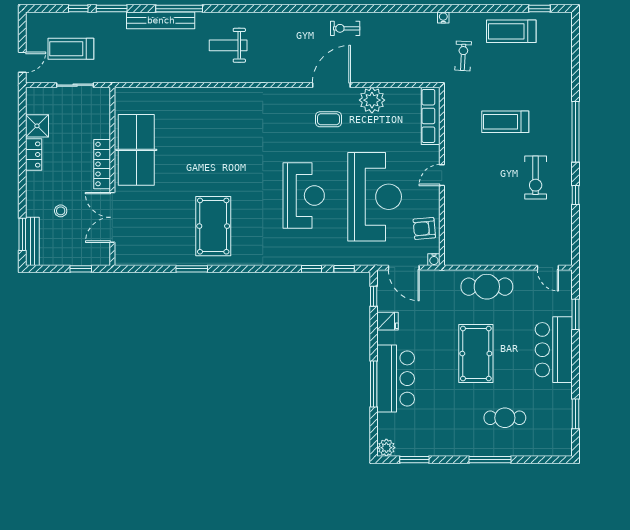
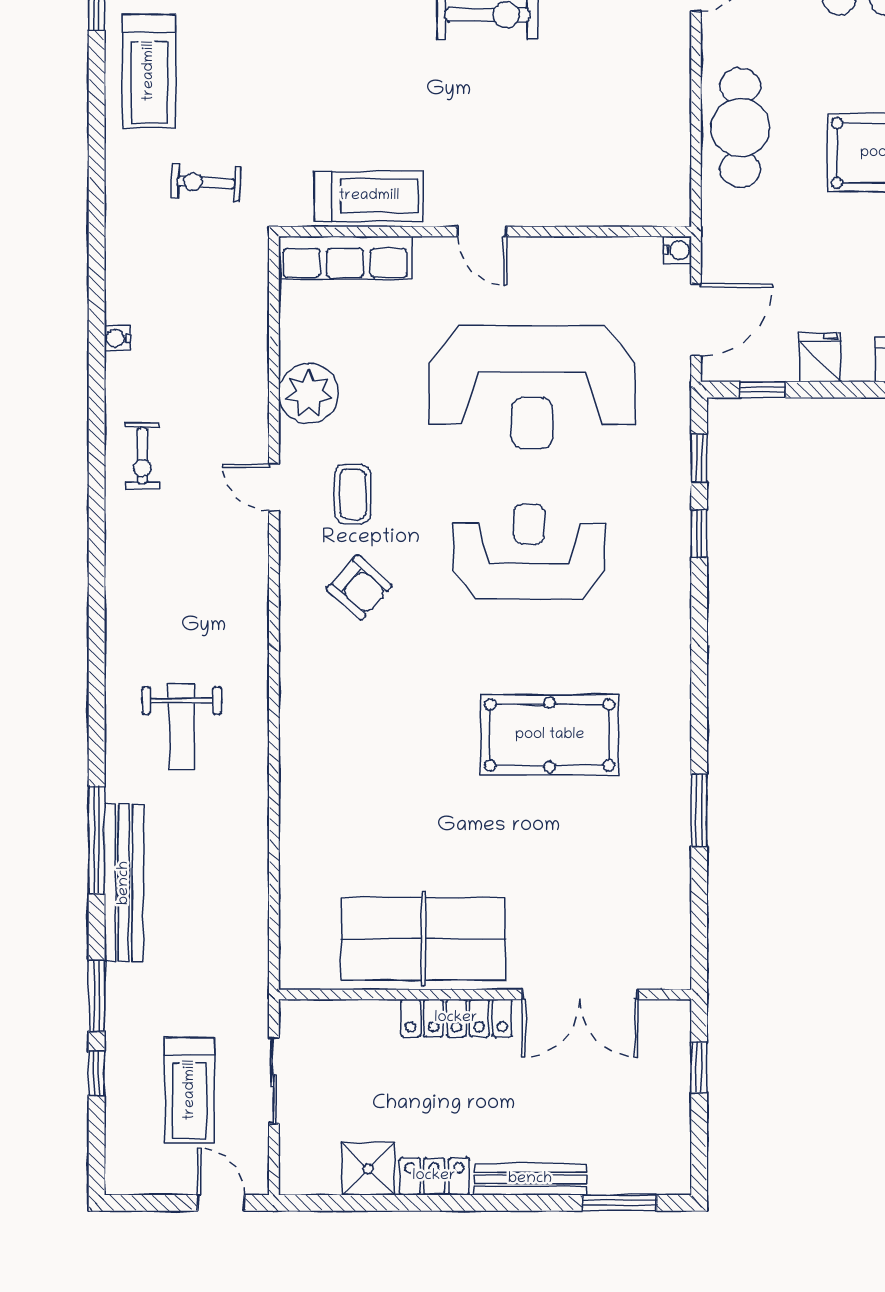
water cooler: (443, 17) -> (117, 338), moved
door: (331, 85) -> (274, 487), width x0.53
treadmill: (505, 122) -> (369, 196), moved, turned -90
reception desk: (375, 197) -> (532, 387), turned 180
stool: (61, 211) -> (565, 1114), removed
pool table: (213, 226) -> (550, 735), moved
armchair: (424, 228) -> (359, 587), moved, turned -43
bench: (32, 241) -> (530, 1179), moved

